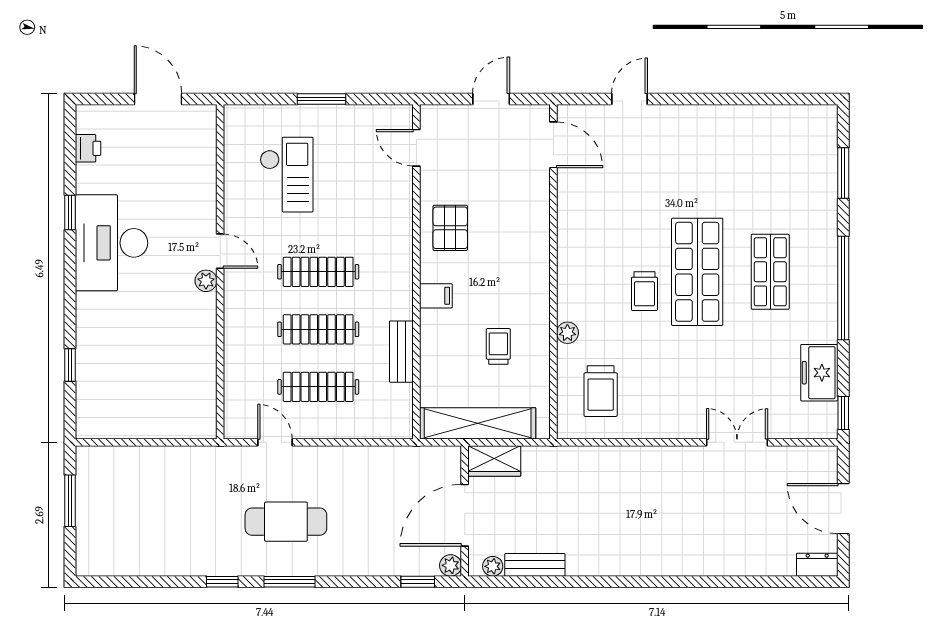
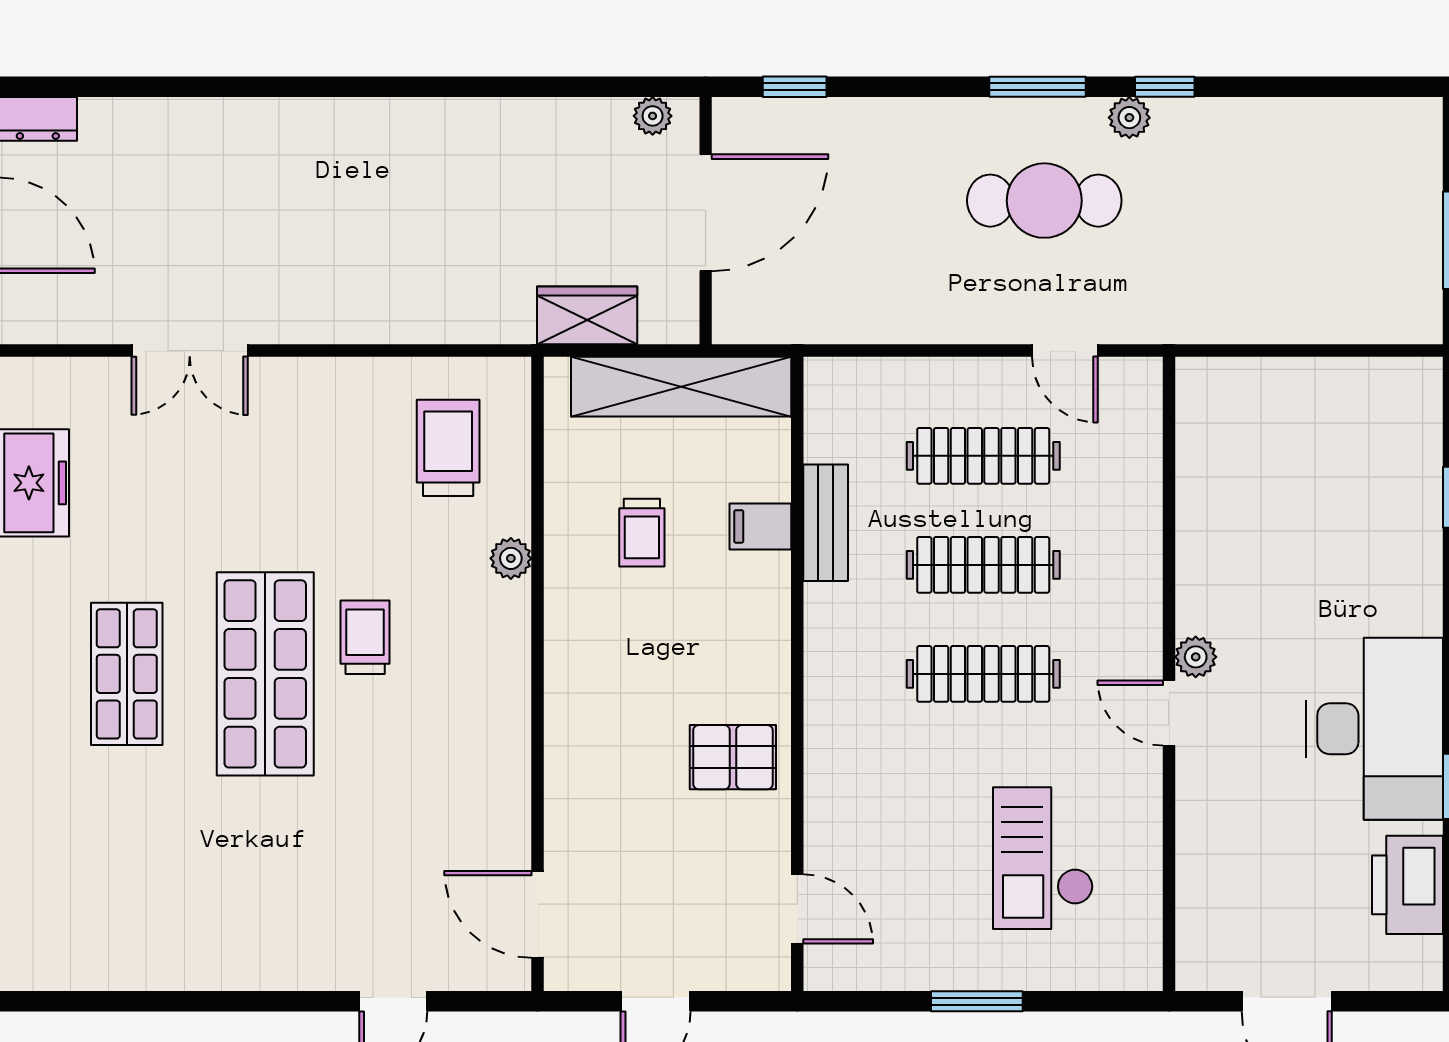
printer: (88, 148) -> (1408, 885), width x1.87, depth x1.48
pallet: (450, 228) -> (733, 757), turned 90
filing cabinet: (436, 296) -> (760, 526), moved
wardrobe: (494, 461) -> (587, 315), moved
plant: (451, 565) -> (1129, 118), moved
bench: (535, 565) -> (573, 119), removed

